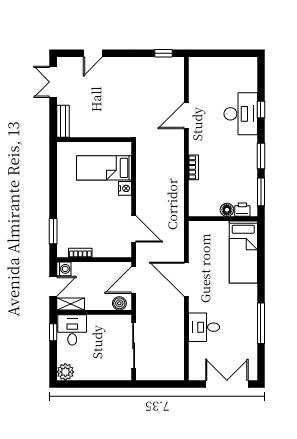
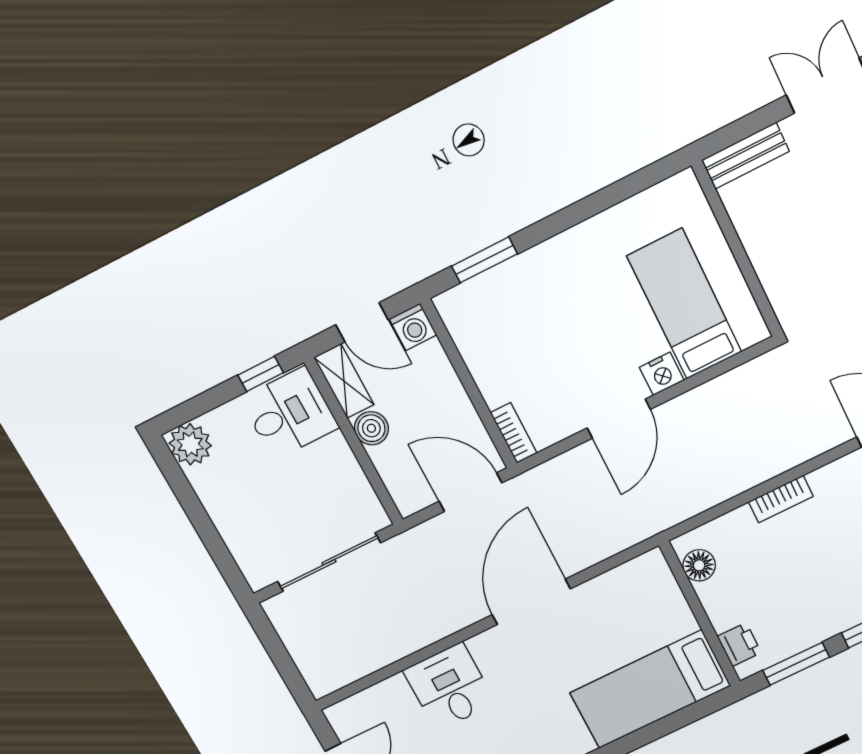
floor lamp: (227, 210) -> (699, 565), moved
door: (134, 229) -> (619, 419), moved
bookcase: (80, 253) -> (514, 433), moved
boiler: (119, 303) -> (371, 428), moved

